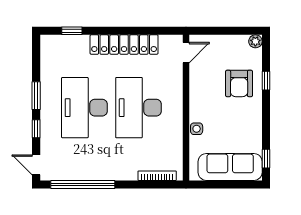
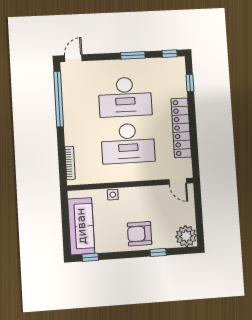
plant: (255, 41) -> (186, 236), width x1.87, depth x1.87
armchair: (239, 83) -> (140, 234), moved
desk: (84, 108) -> (125, 97), turned 180
desk: (138, 108) -> (128, 143), turned 180
window: (36, 129) -> (170, 54), moved

